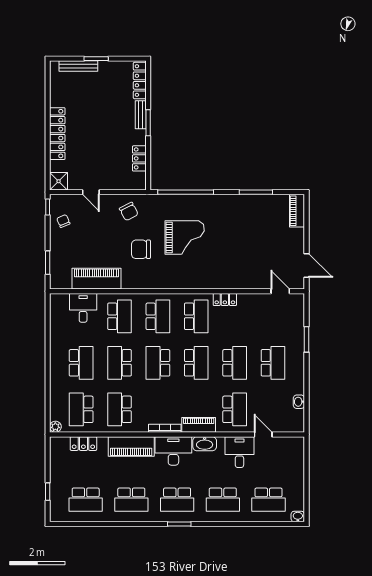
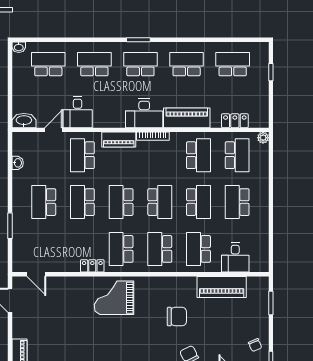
grand piano: (185, 238) -> (114, 298), moved
door: (263, 434) -> (54, 130), swing flipped
washbasin: (205, 444) -> (24, 121), moved

